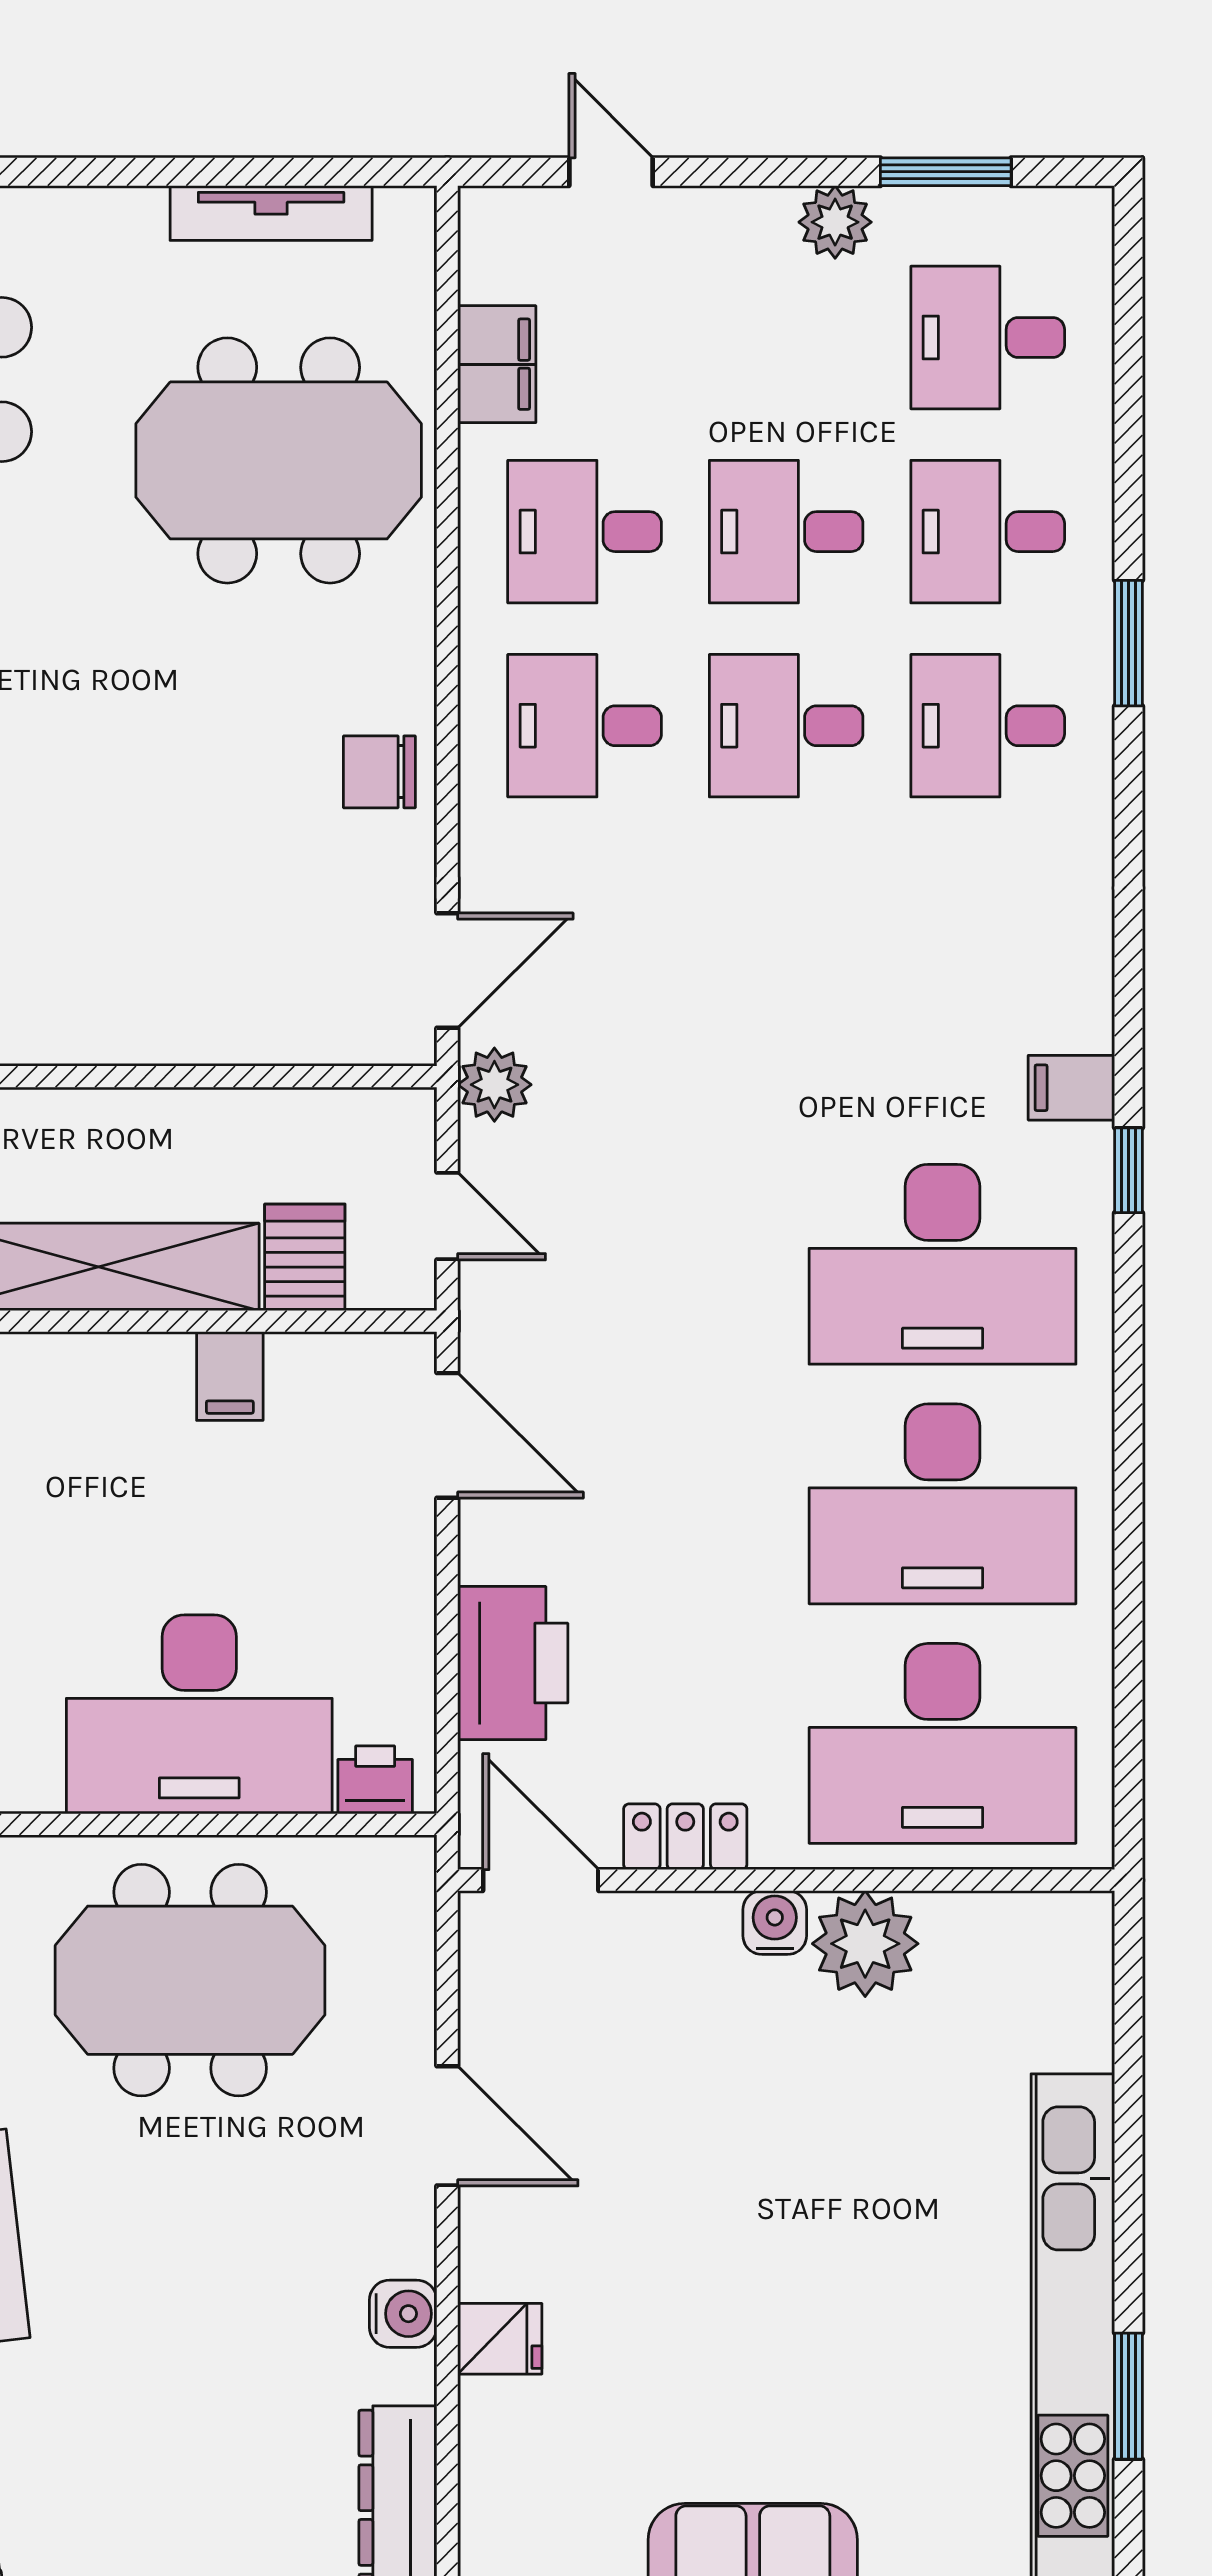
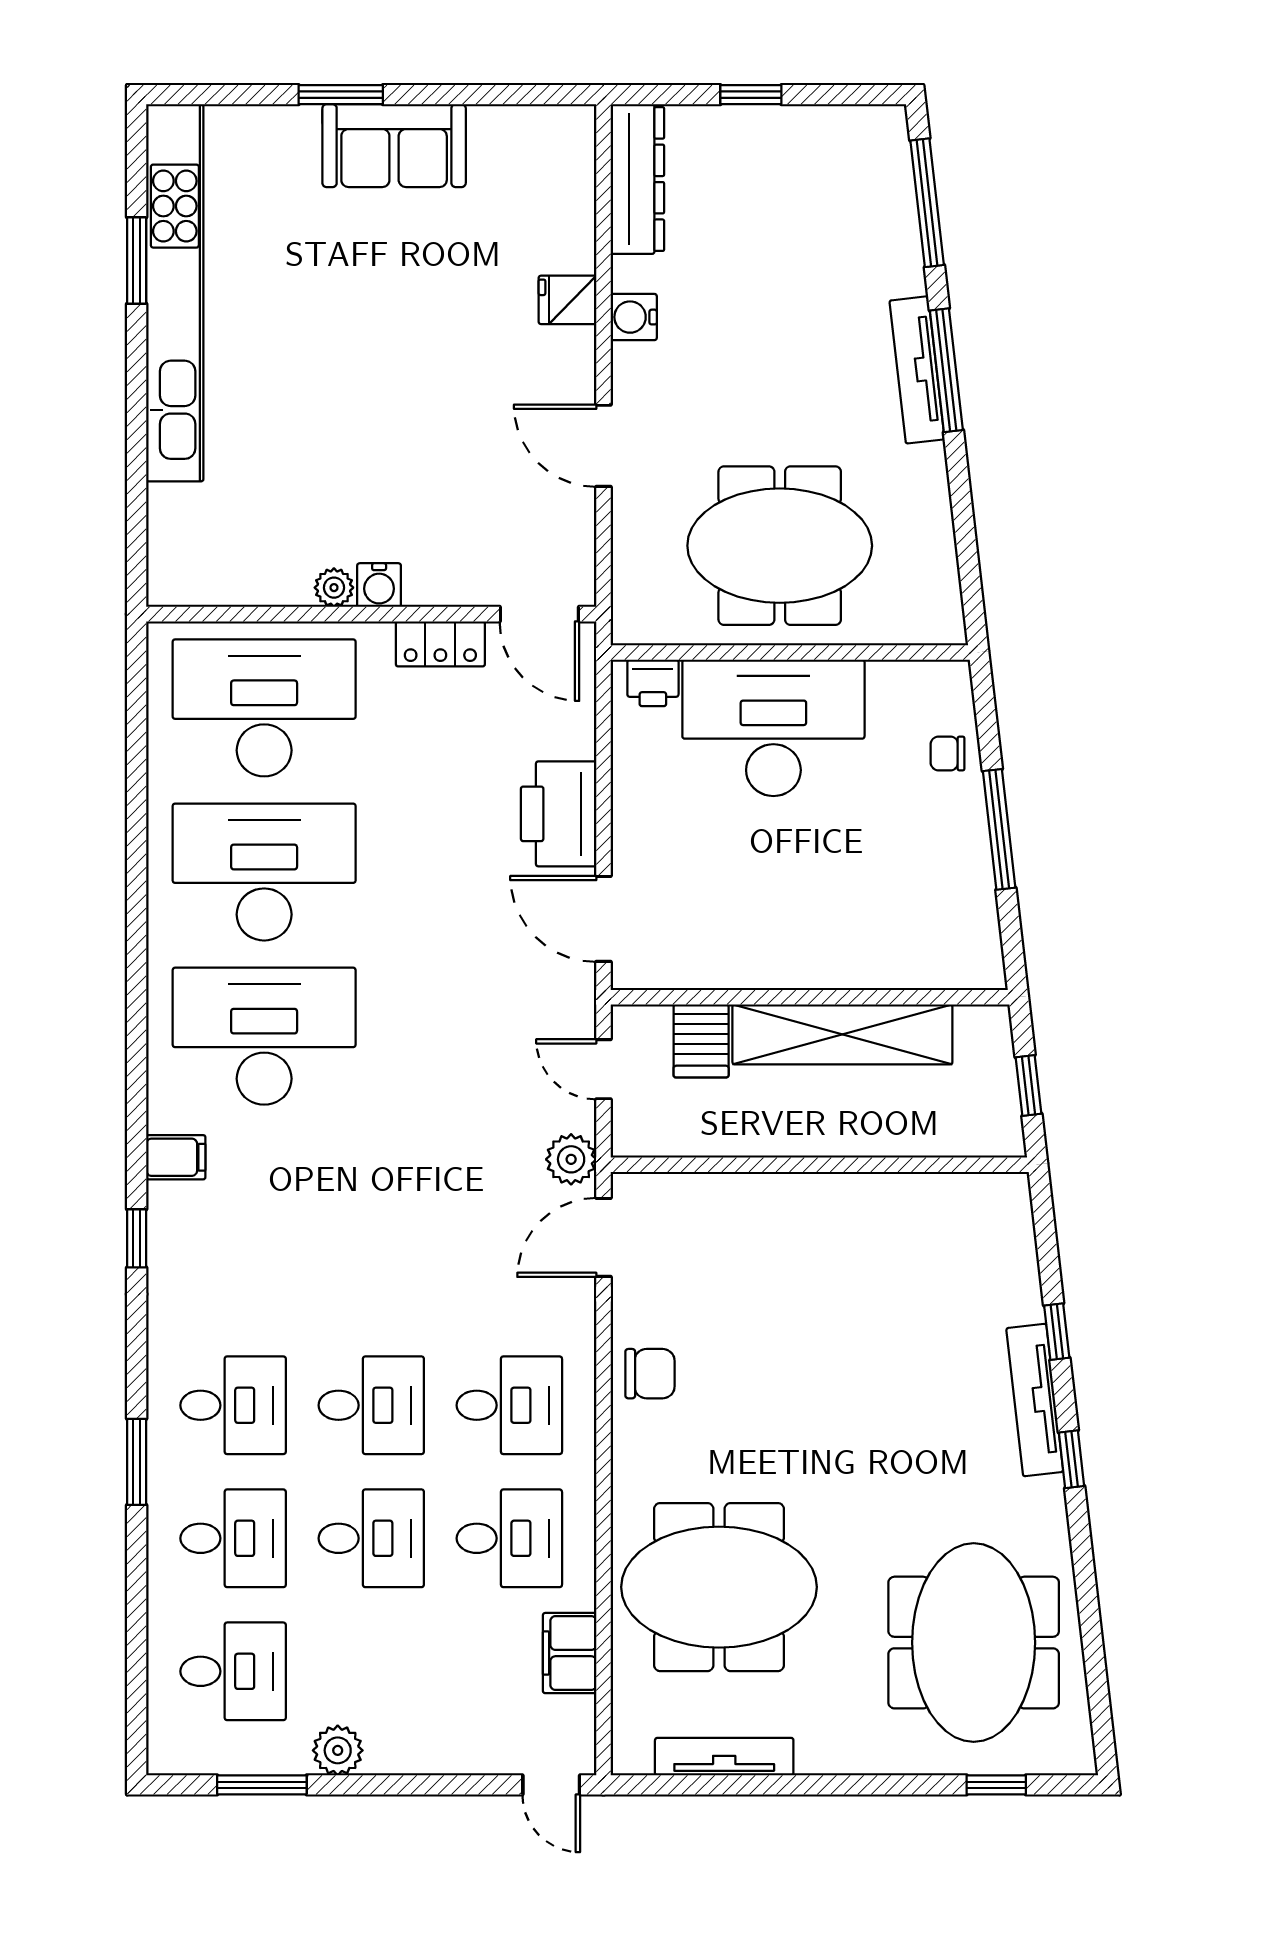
door: (611, 172) -> (551, 1785), moved
window: (1129, 1170) -> (137, 1238), moved
filing cabinet: (230, 1376) -> (752, 960), removed
printer: (513, 1663) -> (559, 814), moved
plant: (865, 1944) -> (334, 588), width x0.53, depth x0.53

